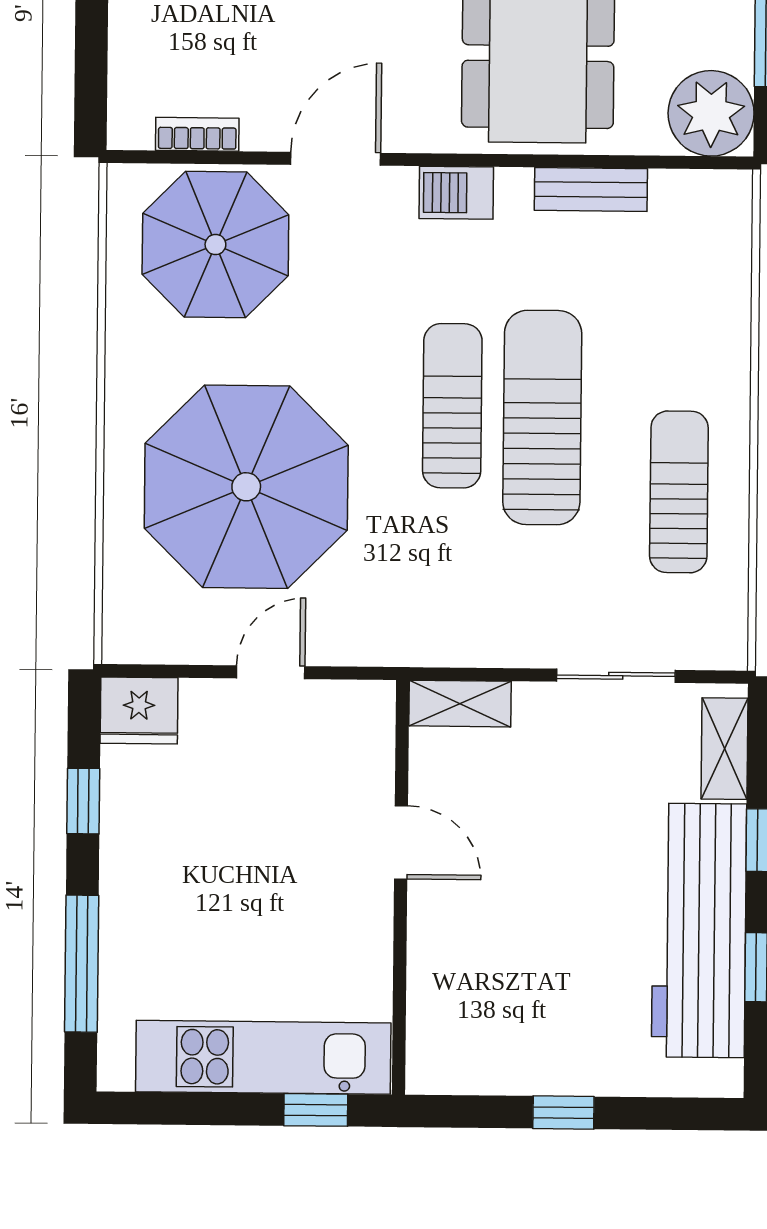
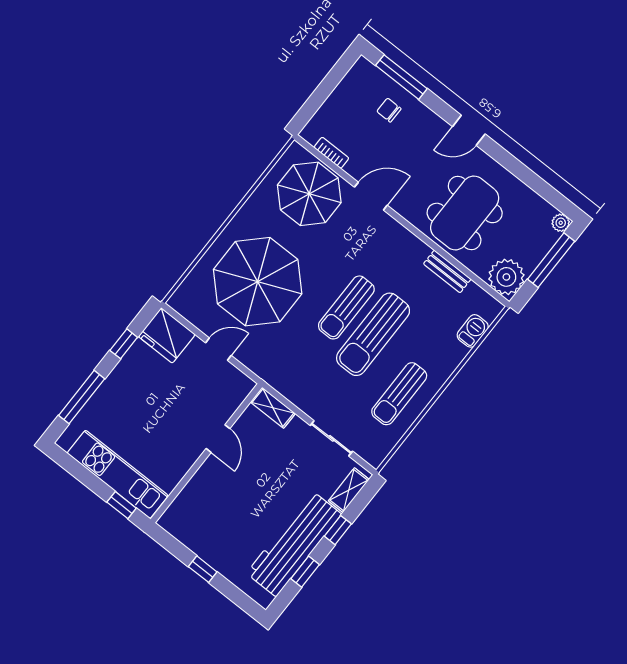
barbecue: (456, 193) -> (473, 331), moved, turned 90
sun lounger: (452, 406) -> (346, 307), turned 180
sun lounger: (542, 418) -> (373, 334), turned 180
sun lounger: (679, 492) -> (399, 394), turned 180
fridge: (139, 710) -> (167, 335), width x1.36, depth x1.34

